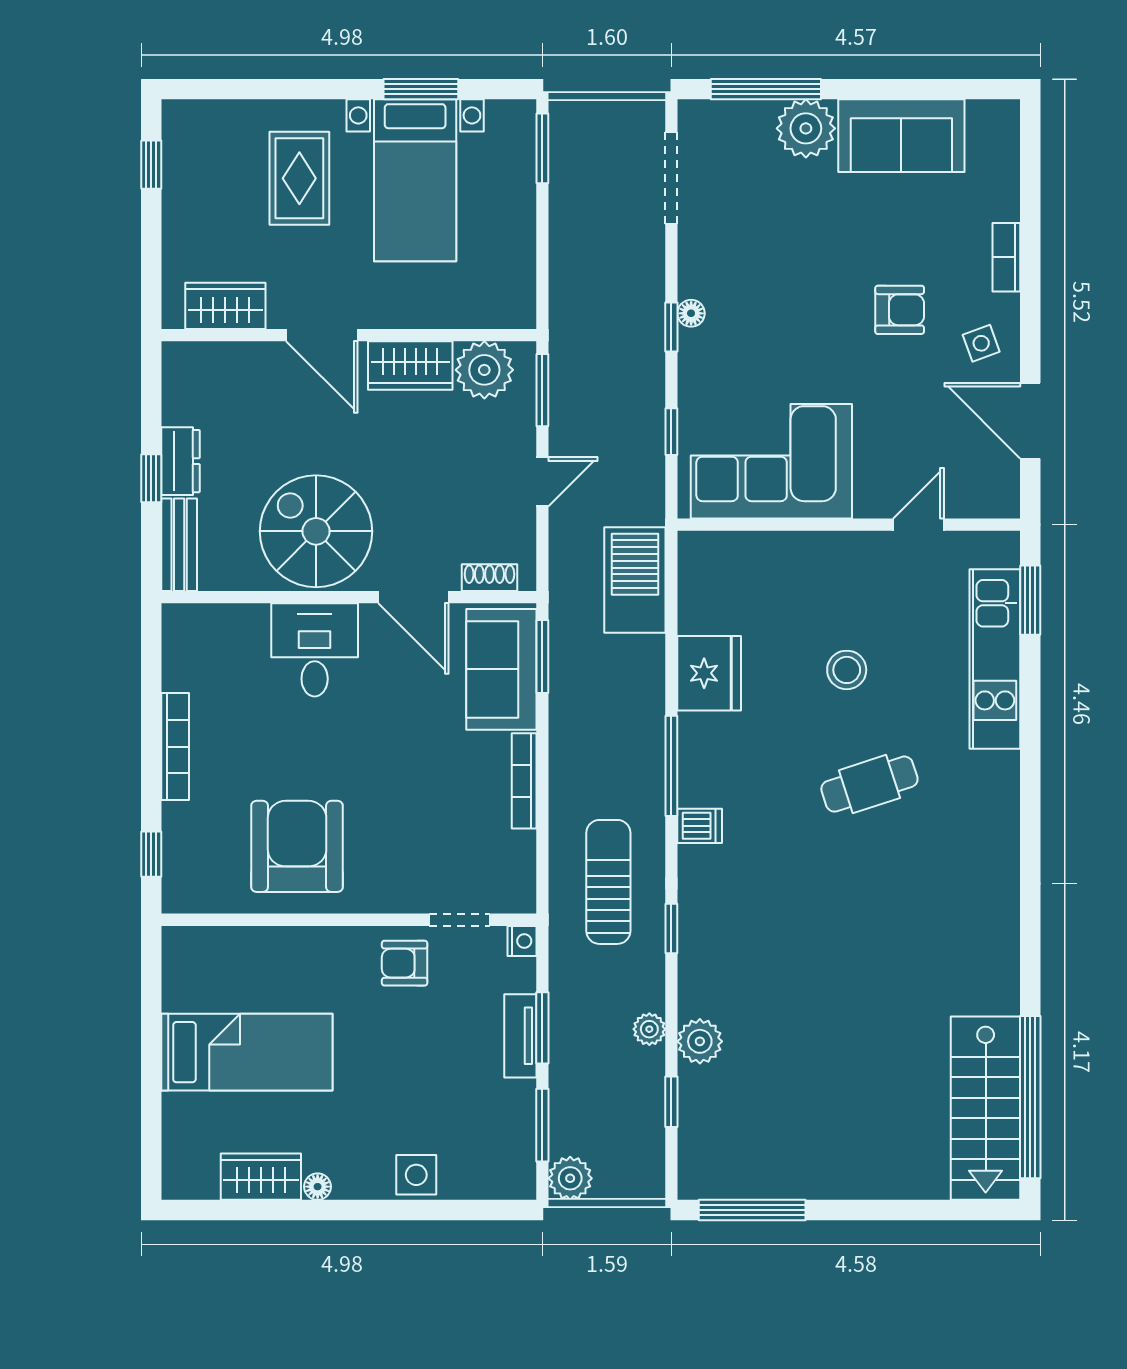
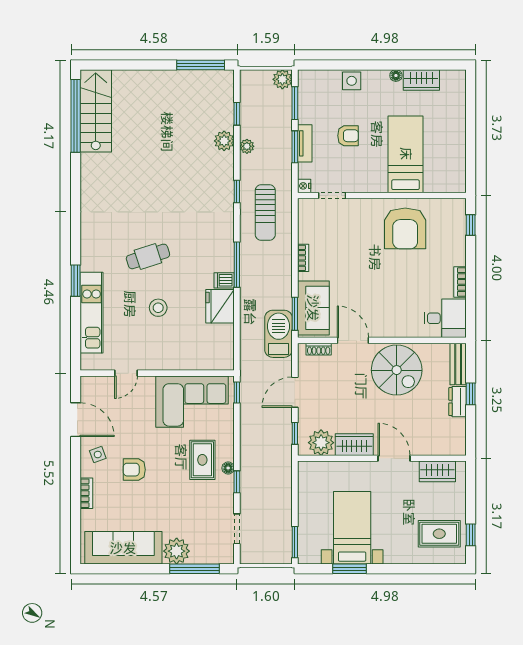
sofa: (901, 136) -> (123, 548), width x1.36
rug: (299, 178) -> (439, 534), moved, turned 90
doorway: (671, 178) -> (237, 529), width x0.73
window: (671, 327) -> (237, 482), moved
rug: (748, 331) -> (202, 460), added
window: (542, 390) -> (295, 433), width x0.67
window: (671, 432) -> (237, 393), moved
door: (542, 482) -> (295, 392), width x1.38
barbecue: (635, 580) -> (278, 334), moved, turned 180
window: (1030, 600) -> (76, 281), moved
desk: (315, 650) -> (445, 318), moved, turned -90
bookcase: (175, 747) -> (460, 282), width x0.64
bookcase: (524, 781) -> (303, 258), width x0.64
dishwasher: (700, 826) -> (224, 280), moved
armchair: (405, 963) -> (348, 136), moved
bed: (247, 1052) -> (406, 154), moved, turned 90

